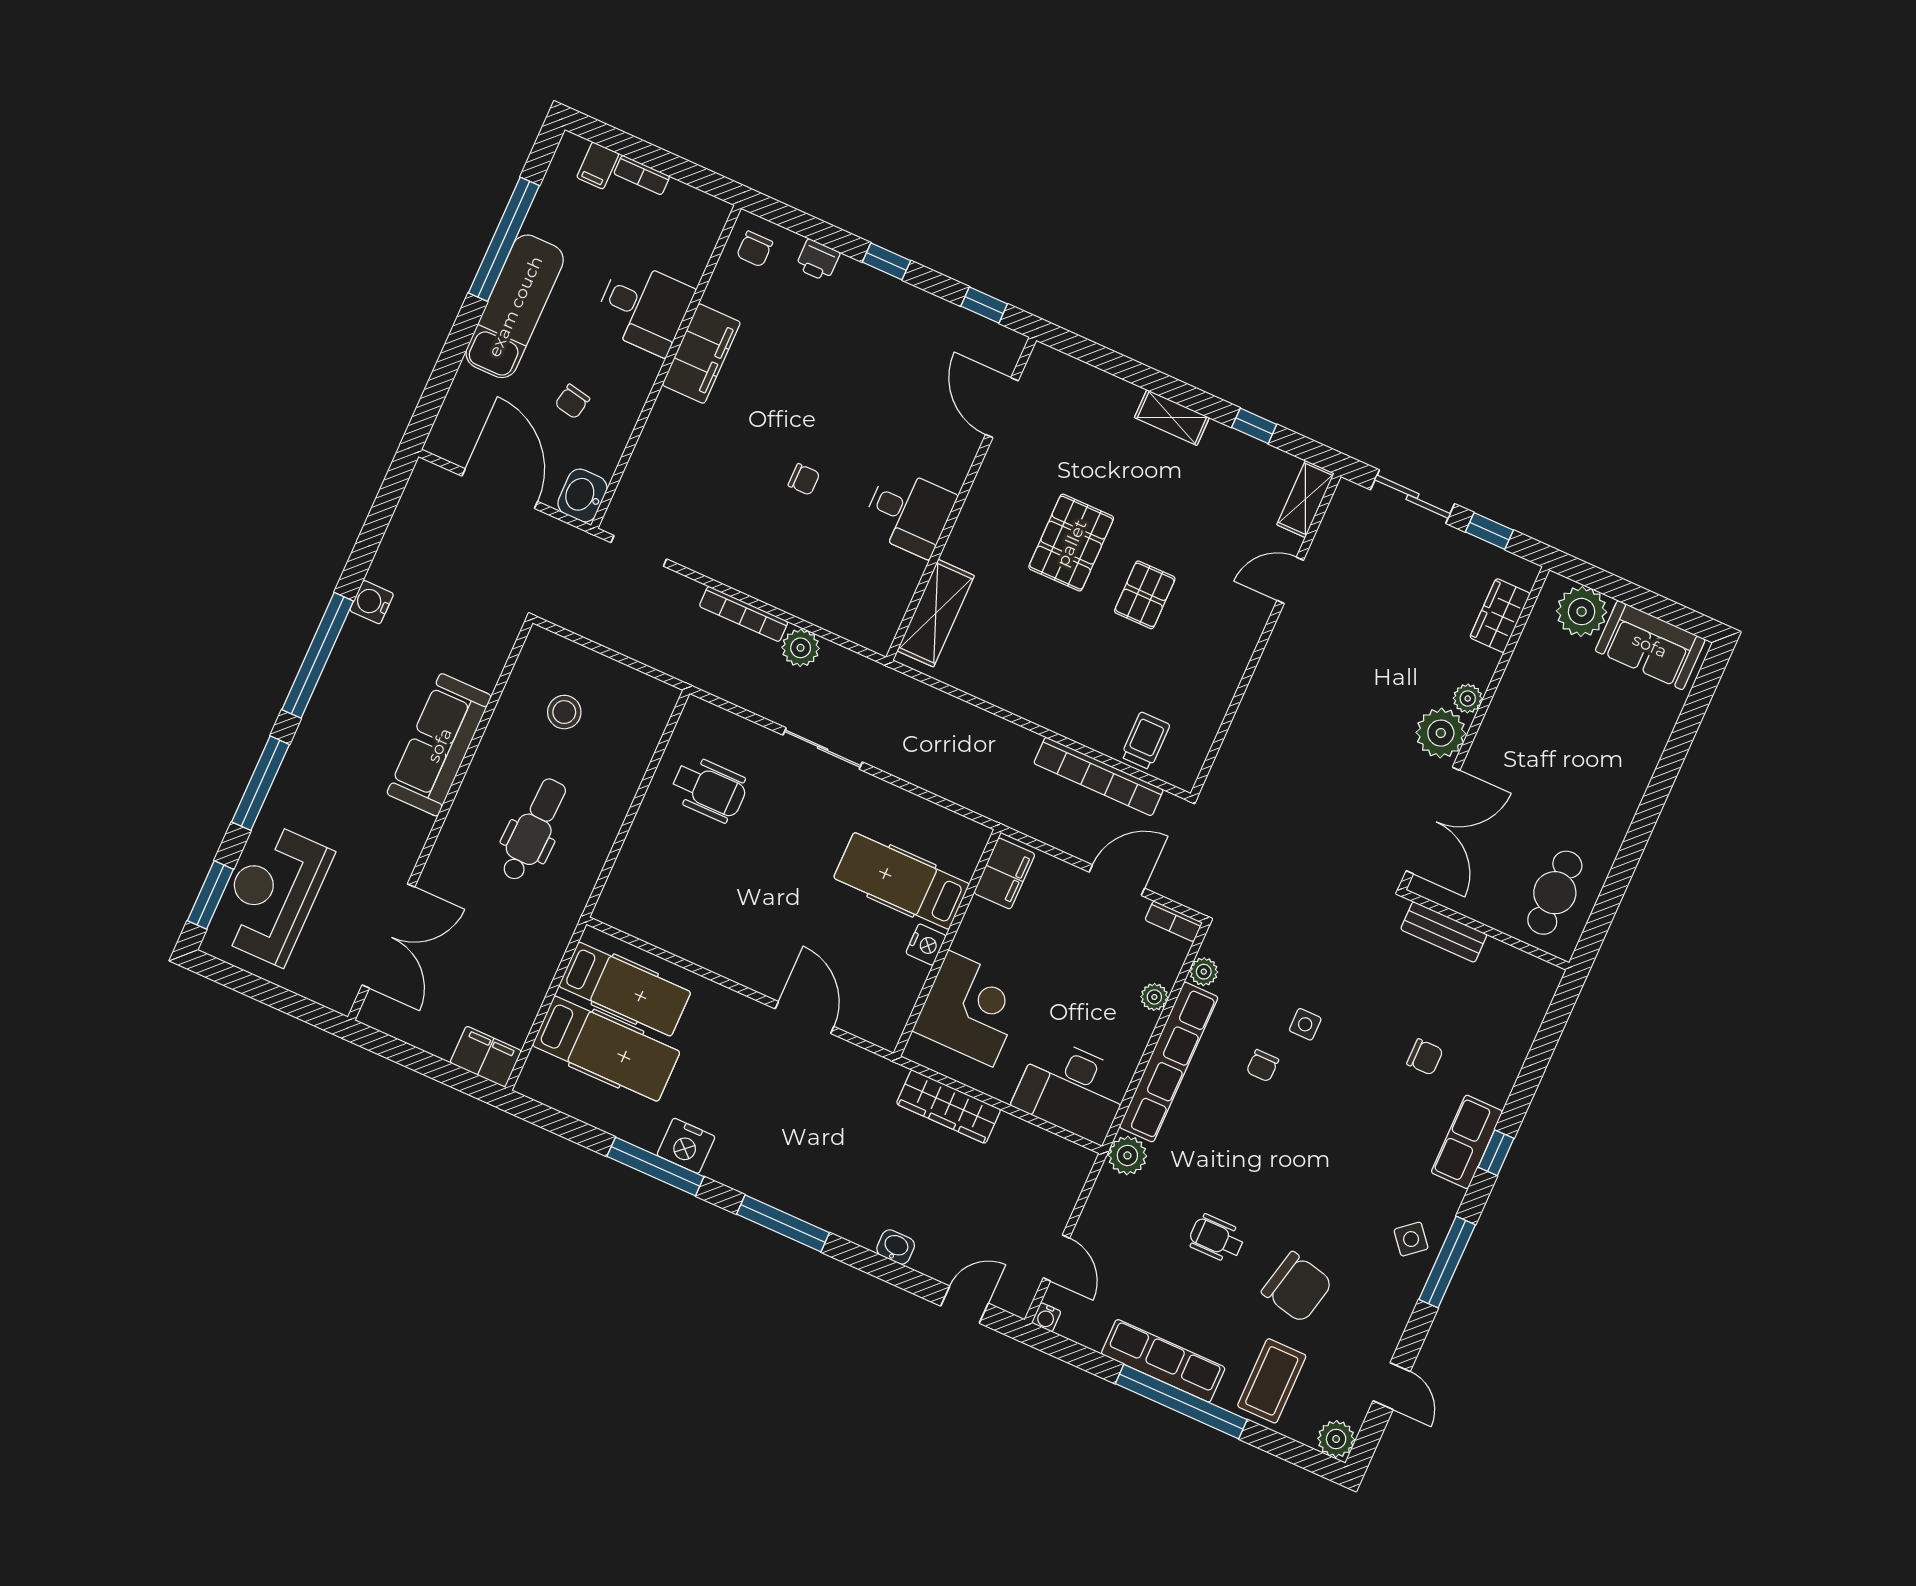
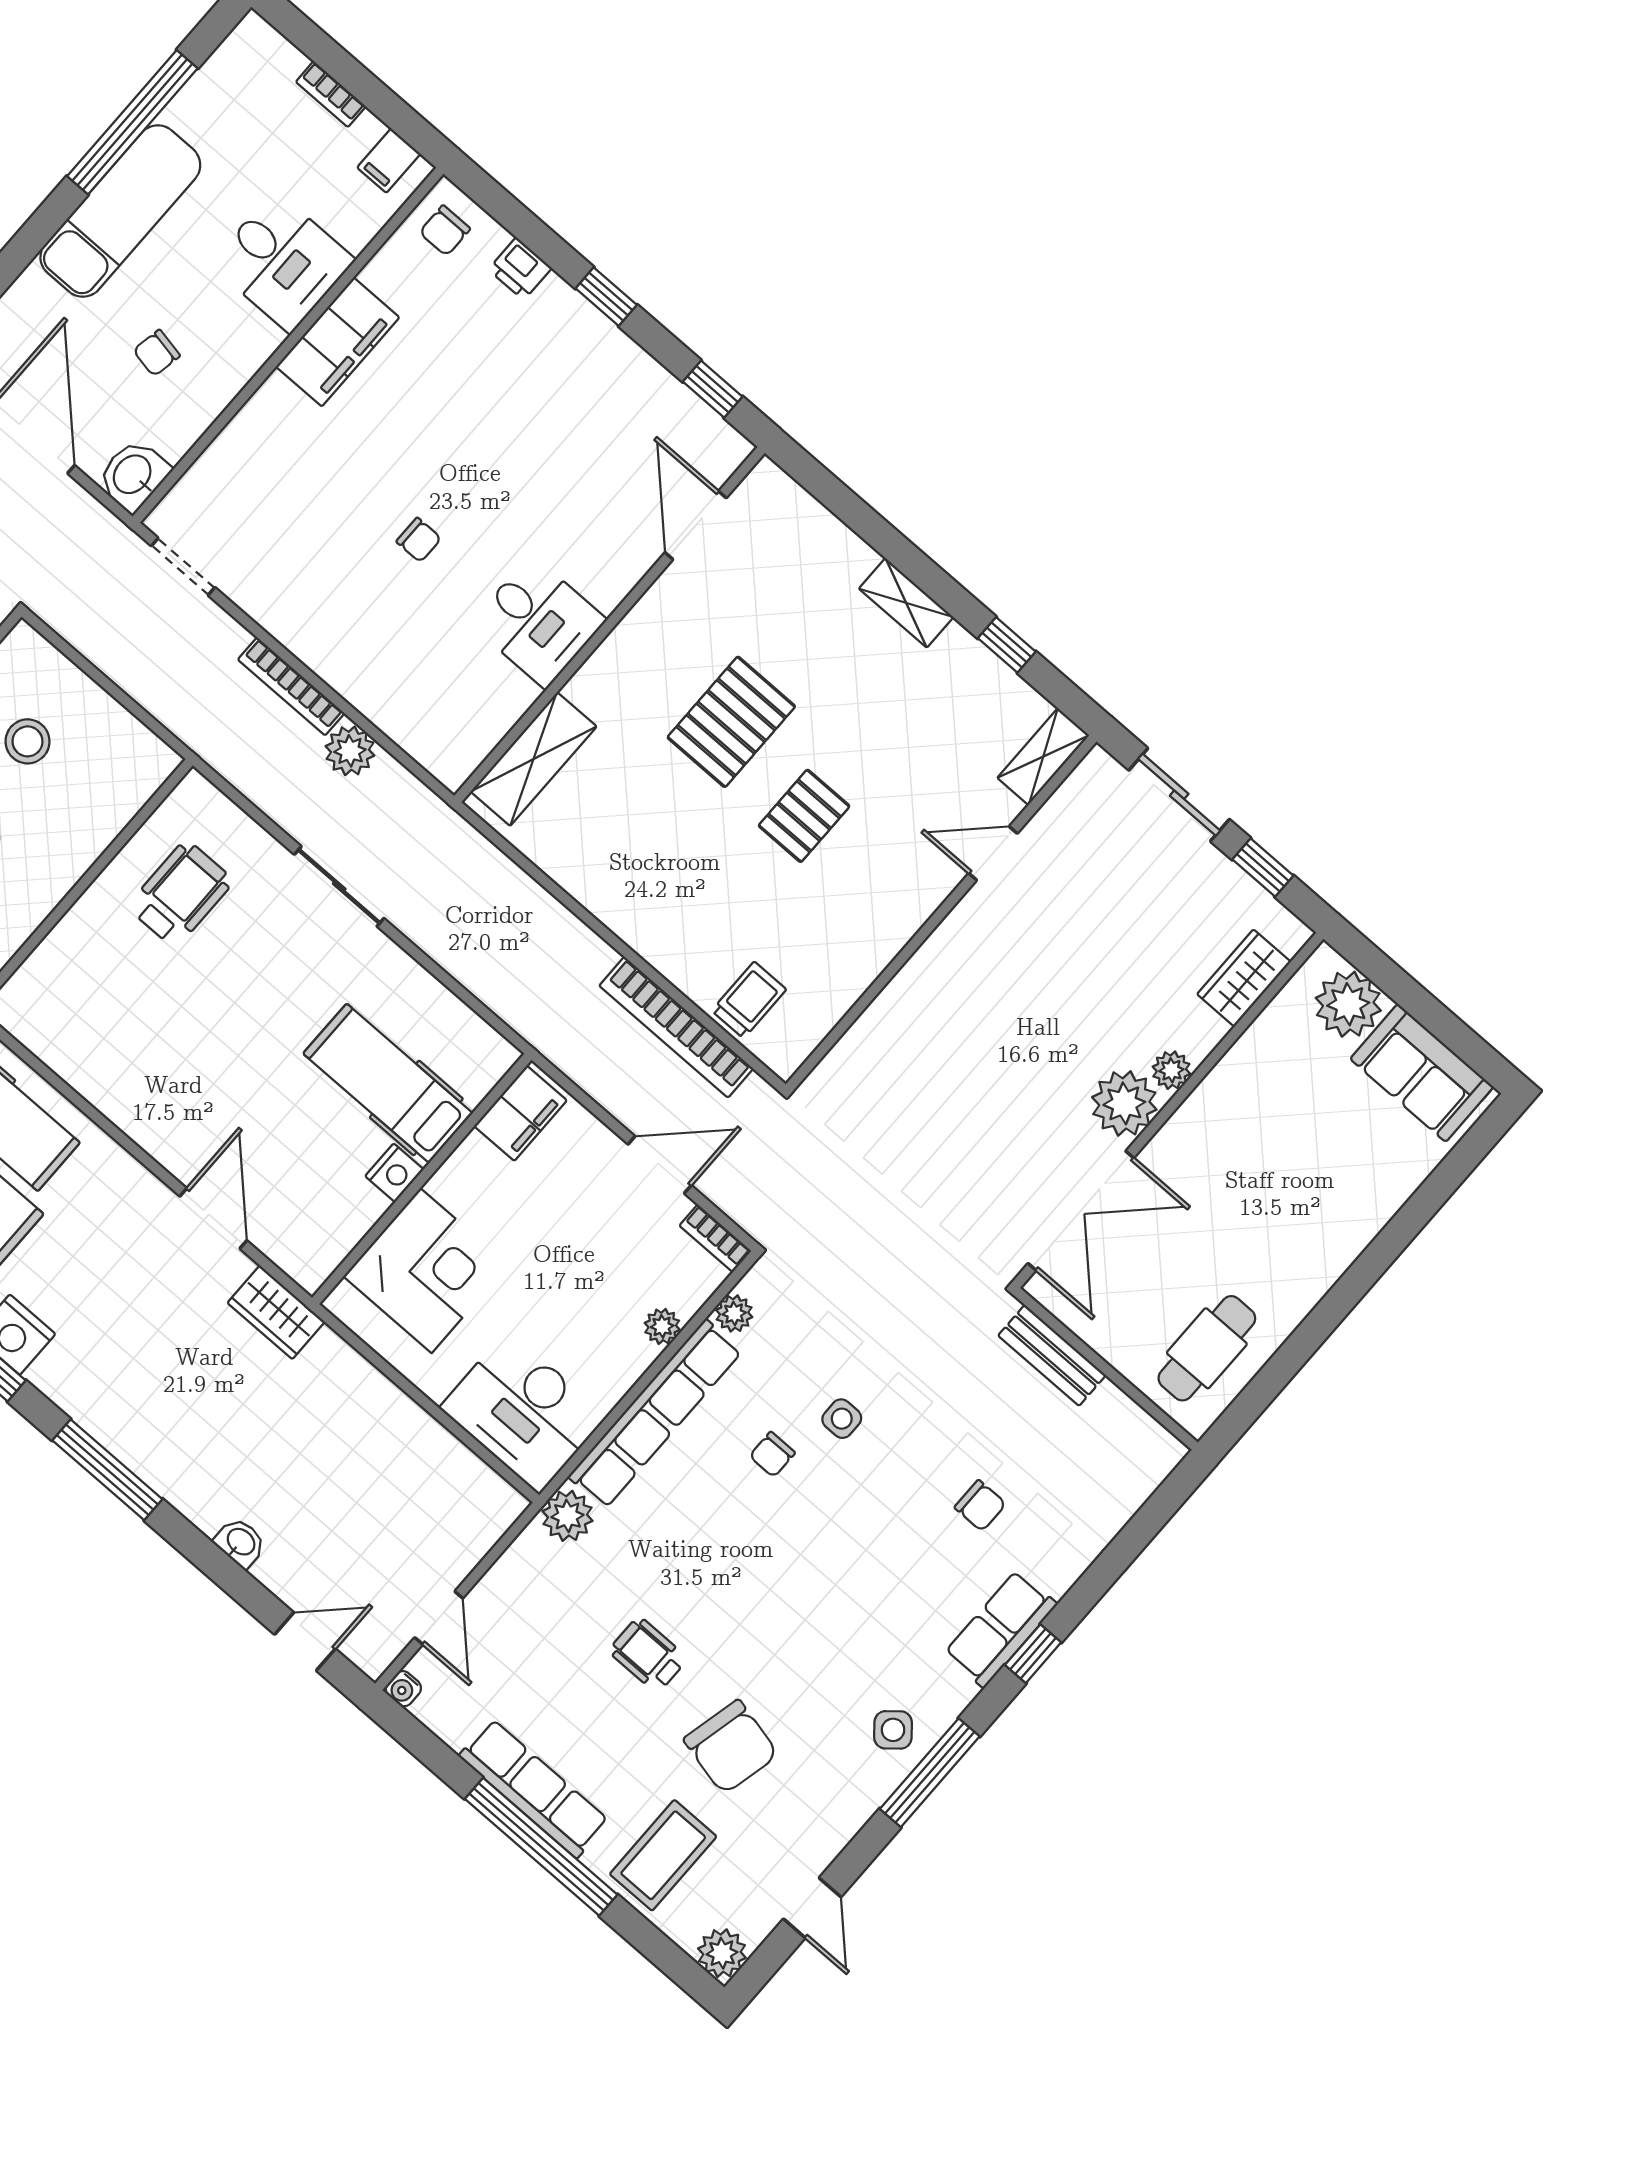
filing cabinet: (598, 165) -> (389, 161), moved
wheelchair: (709, 789) -> (181, 894), turned -90
wardrobe: (949, 1107) -> (276, 1312), moved, width x0.67

